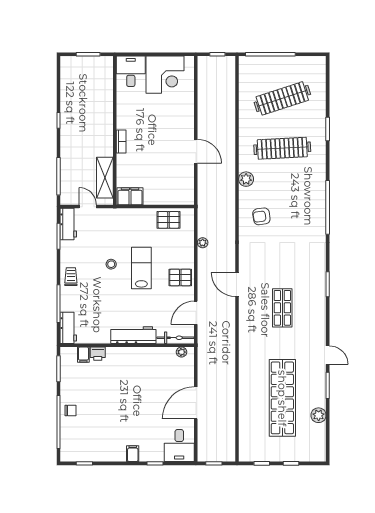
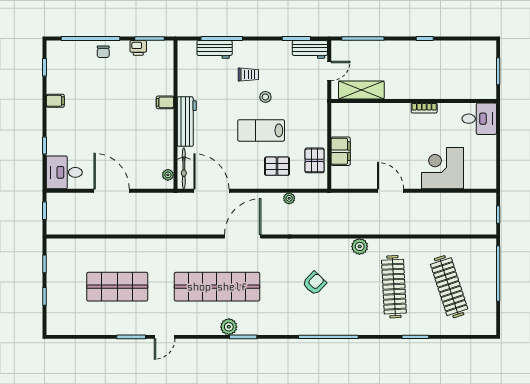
corner desk: (165, 75) -> (443, 168), moved, turned 90
bookcase: (121, 142) -> (424, 108), moved
door: (196, 151) -> (391, 191), swing flipped
filing cabinet: (130, 196) -> (341, 151), moved
armchair: (261, 216) -> (314, 283), moved, turned 52
lab bench: (141, 268) -> (261, 130), turned 180
trolley: (71, 277) -> (248, 75), moved
pallet: (180, 277) -> (277, 166), moved, turned 90
door: (237, 285) -> (243, 236), width x1.36
shop shelf: (282, 308) -> (217, 287), width x2.00, depth x1.36
door: (196, 313) -> (211, 191), width x1.36
workbench: (68, 328) -> (215, 49), moved
printer: (98, 354) -> (138, 48), moved, turned -90
filing cabinet: (83, 355) -> (165, 102), moved
shop shelf: (282, 398) -> (117, 287), width x0.71
plant: (319, 415) -> (229, 327), moved
filing cabinet: (133, 454) -> (55, 101), moved

